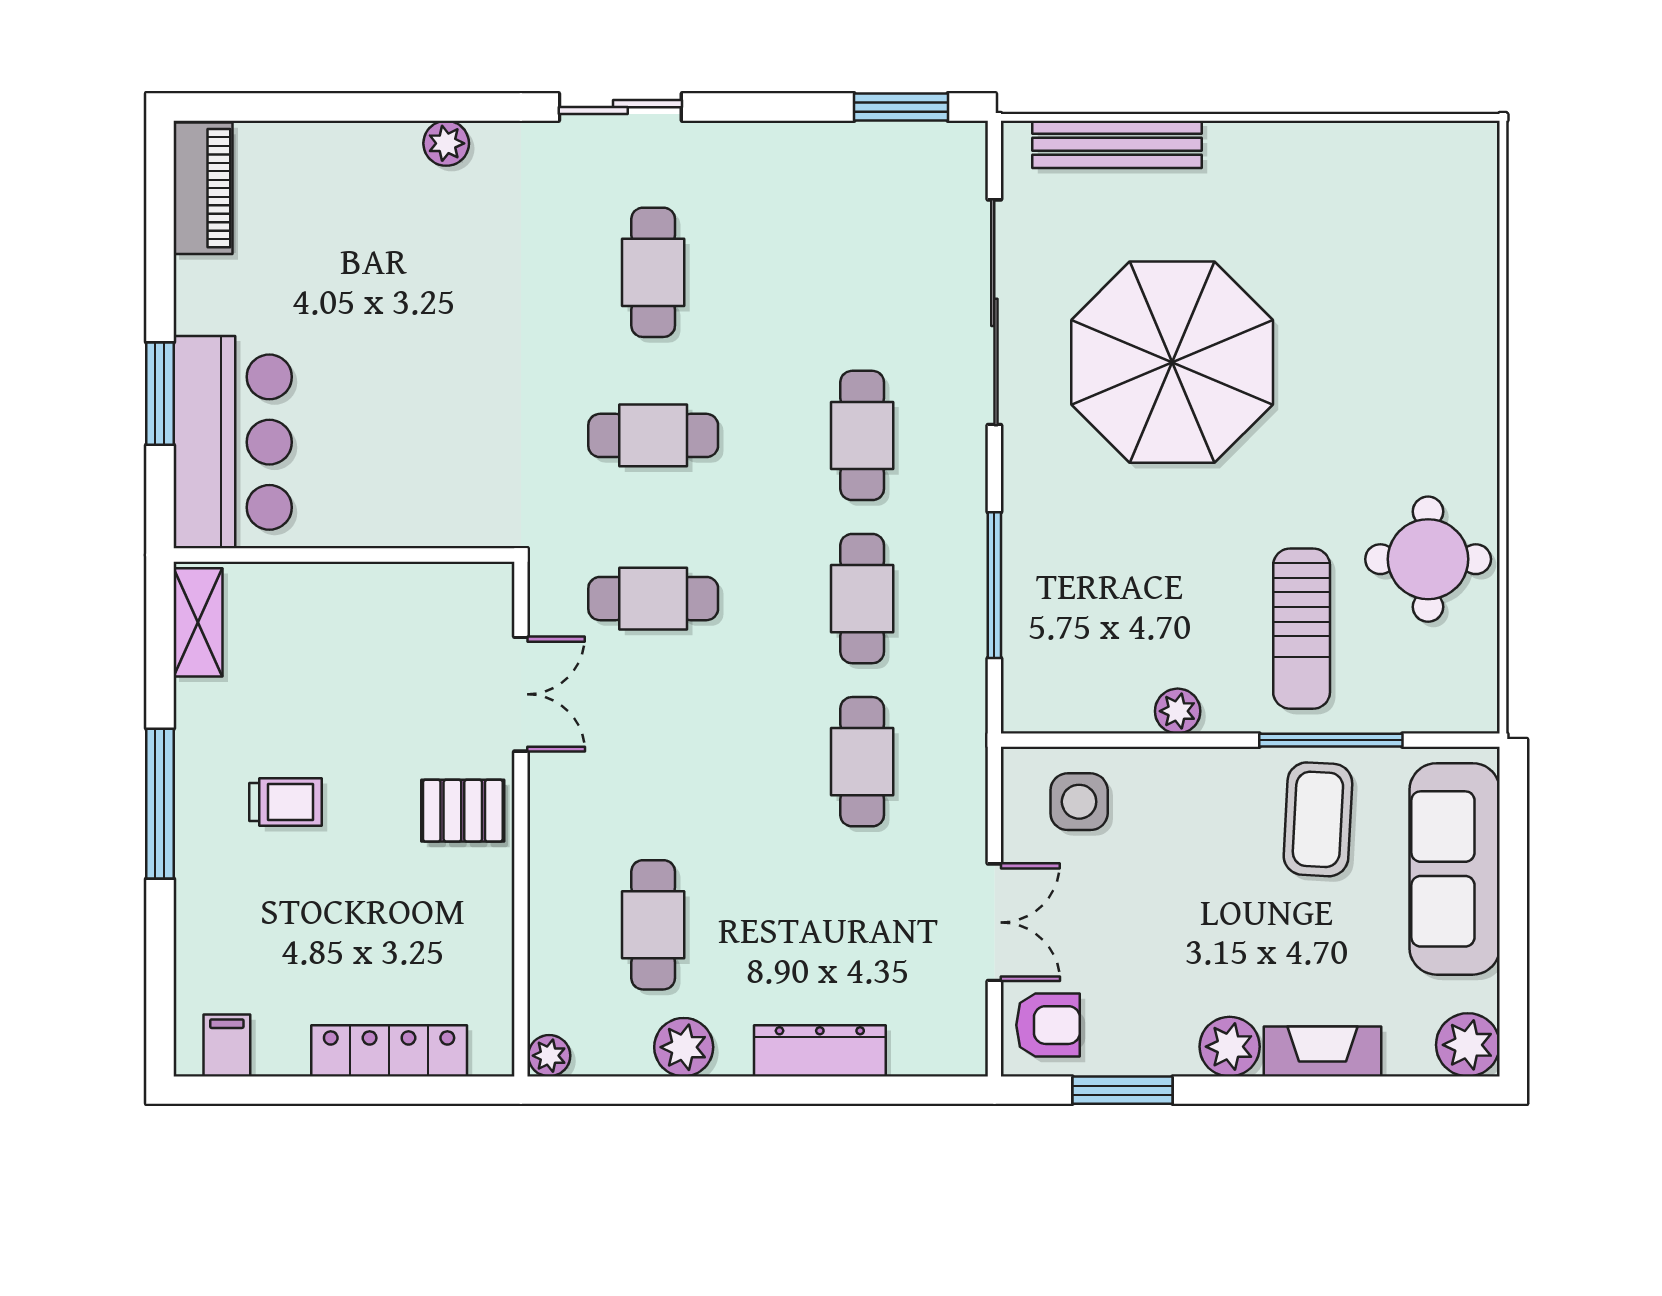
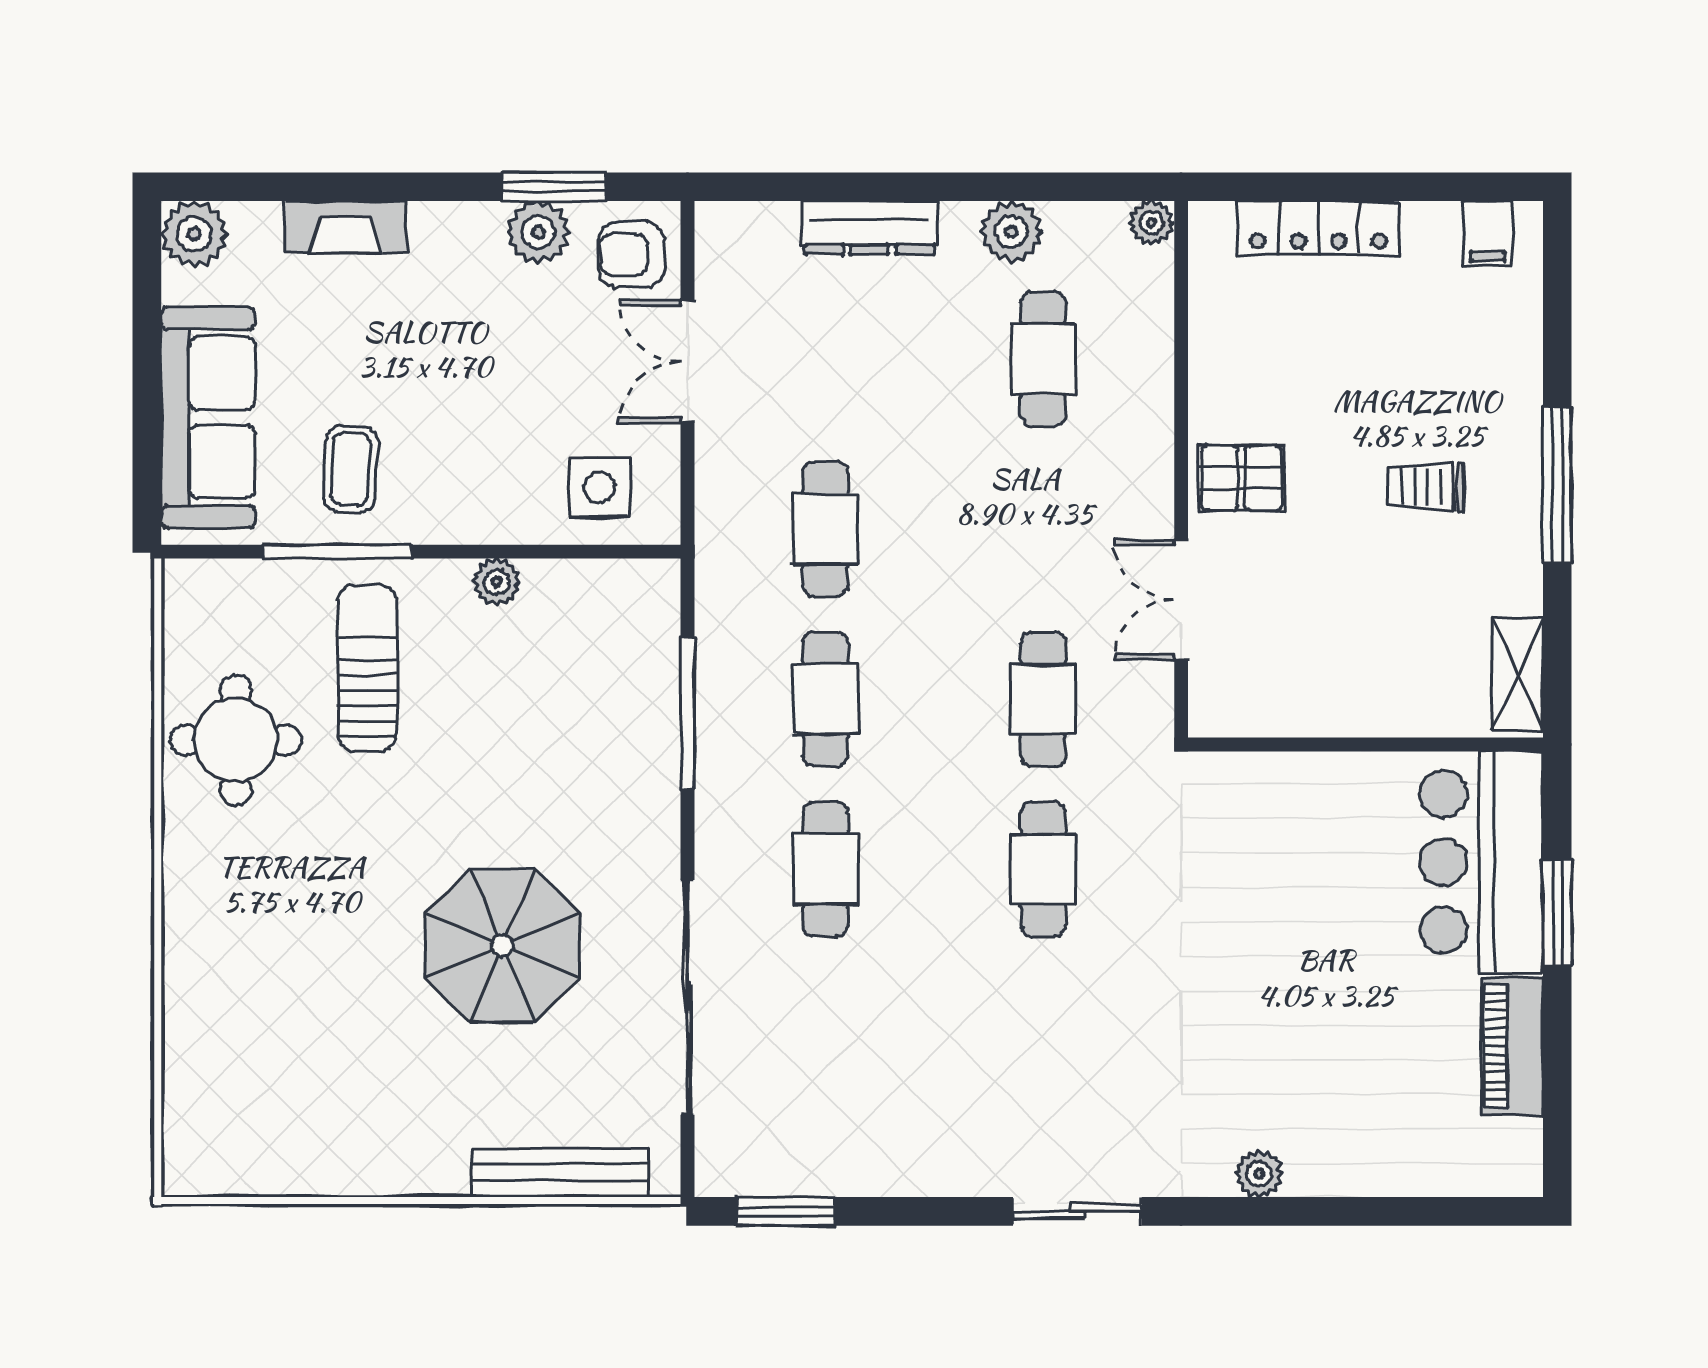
piano: (203, 188) -> (1512, 1046), moved
cafe table: (653, 272) -> (1043, 1039), removed
parasol: (1172, 362) -> (502, 945), width x0.73, depth x0.73
cafe table: (653, 435) -> (1043, 869), turned 90
cafe table: (653, 599) -> (1043, 699), turned 90
coffee table: (1318, 819) -> (350, 469), width x0.73, depth x0.77
plant: (1230, 1047) -> (538, 232), moved

